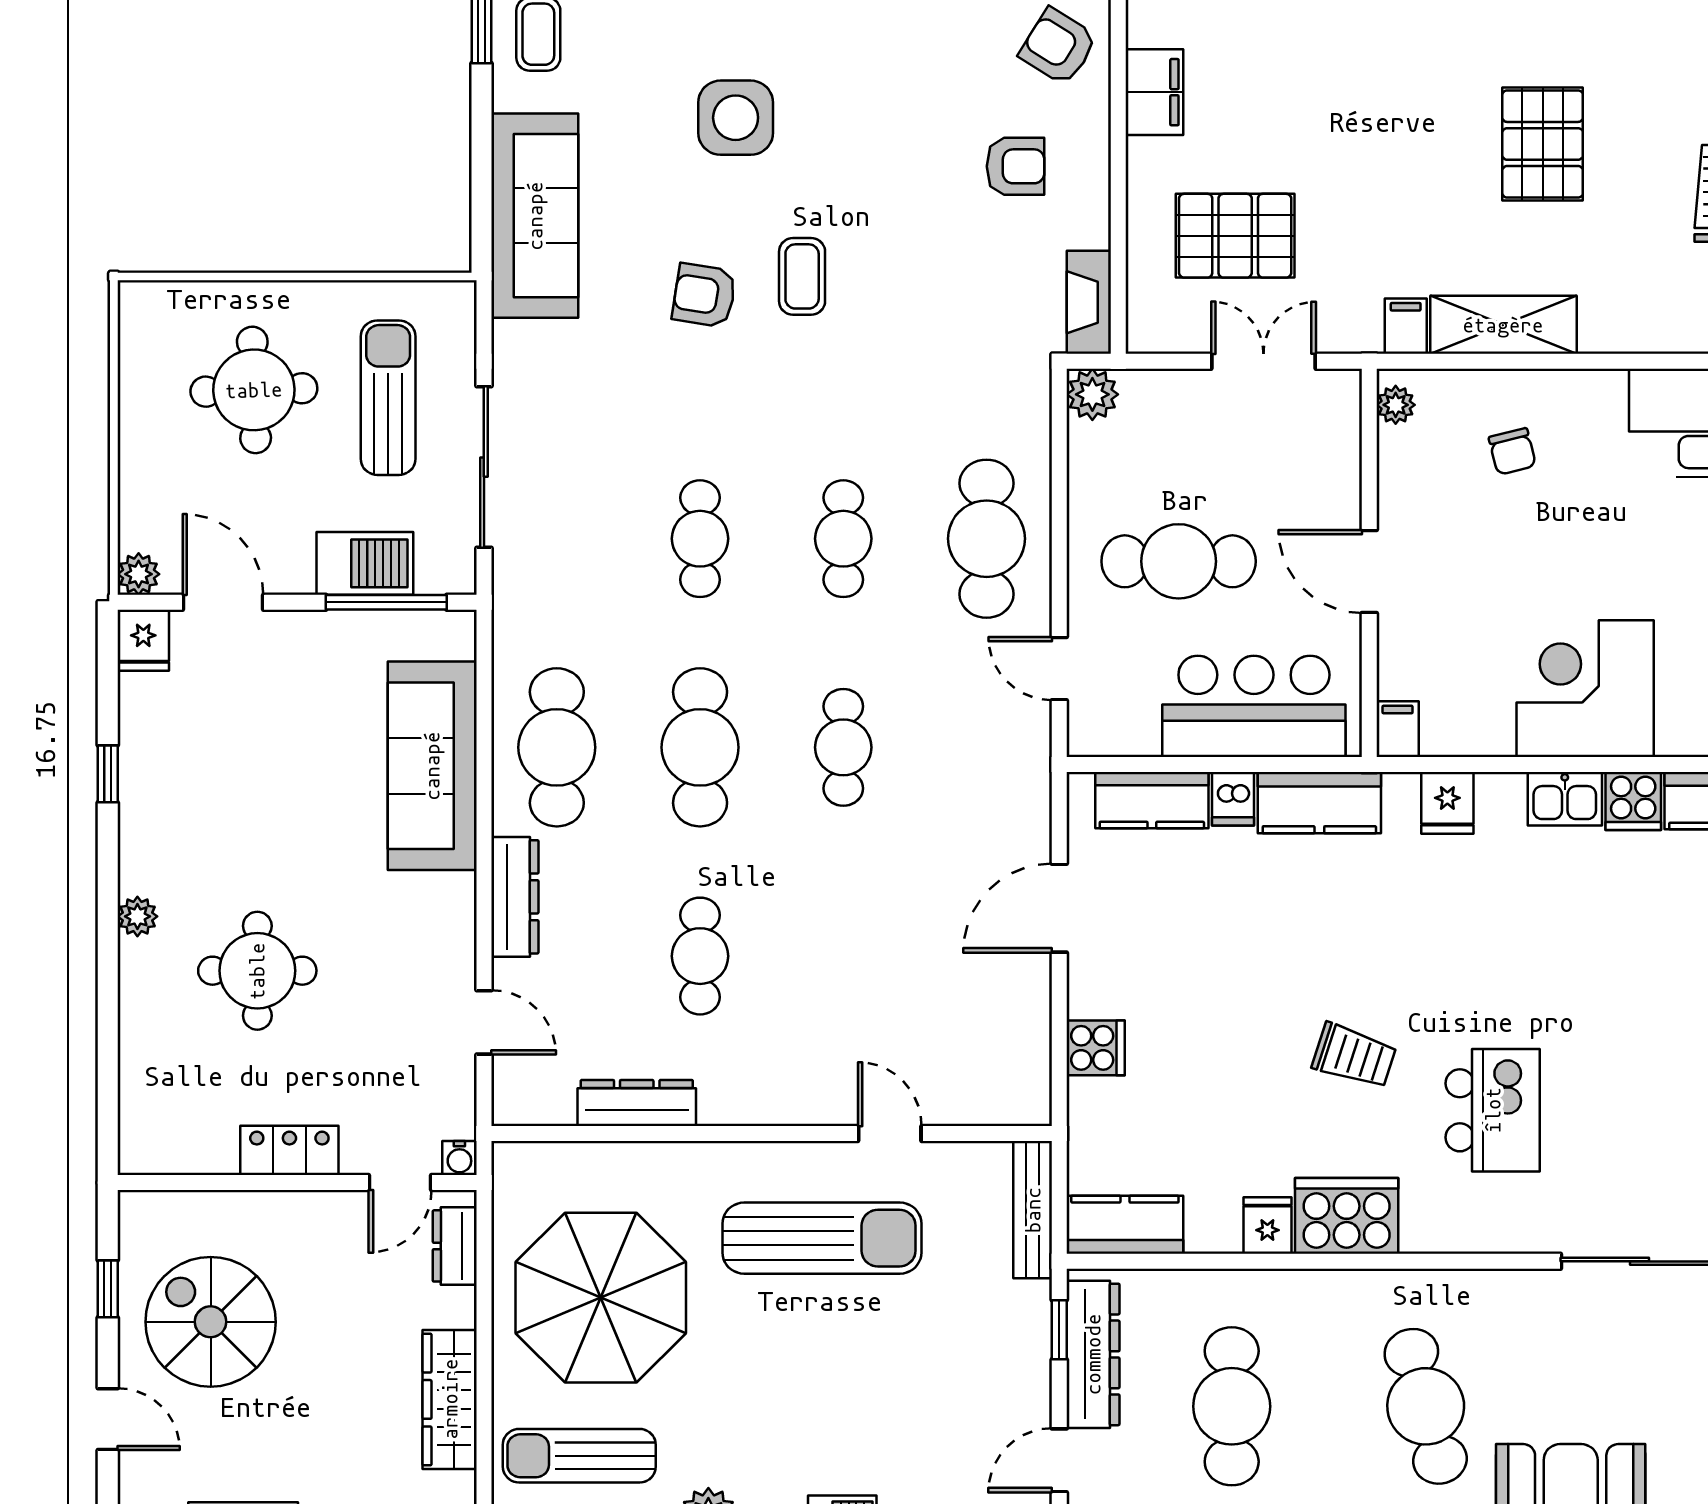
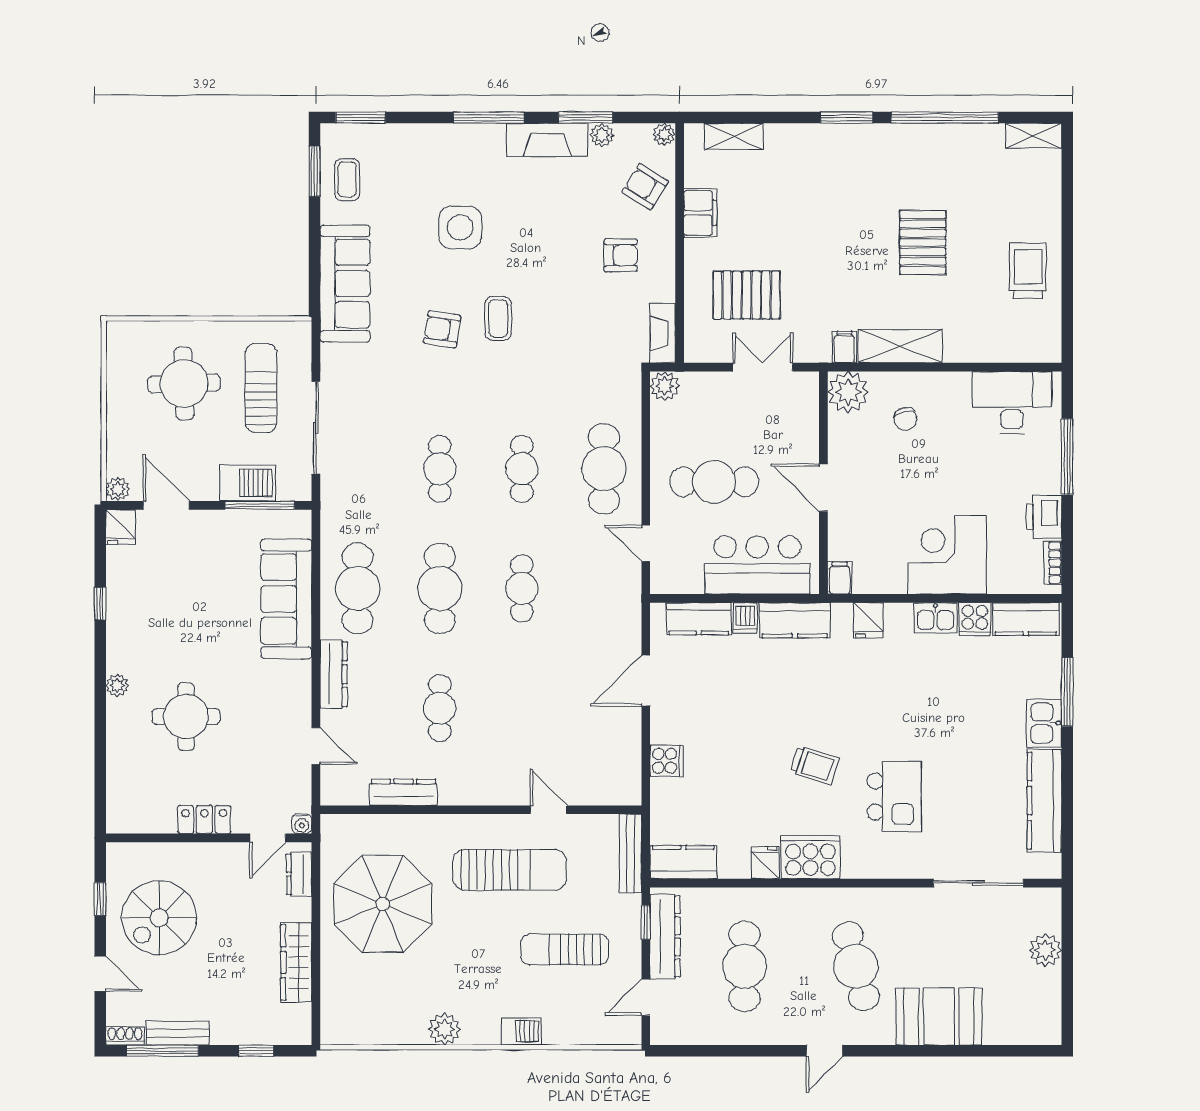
plant: (1396, 405) -> (848, 392), width x1.87, depth x1.87
spiral stairs: (211, 1322) -> (159, 918), turned -90
sun lounger: (579, 1456) -> (565, 950), moved

